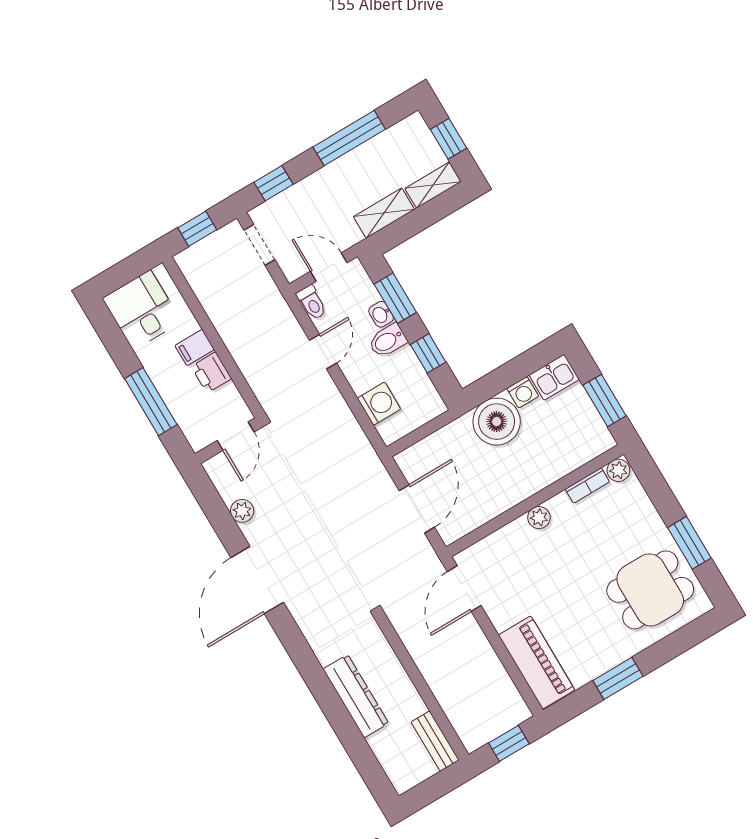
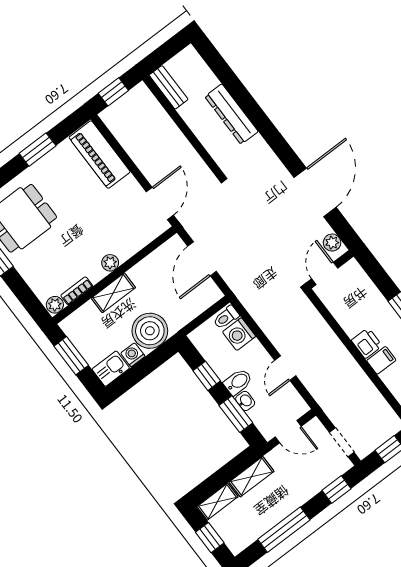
toilet: (312, 303) -> (226, 317), moved, turned -90
door: (236, 436) -> (325, 273), moved
wall: (228, 441) -> (330, 269), moved
shelving: (539, 477) -> (113, 293), added

